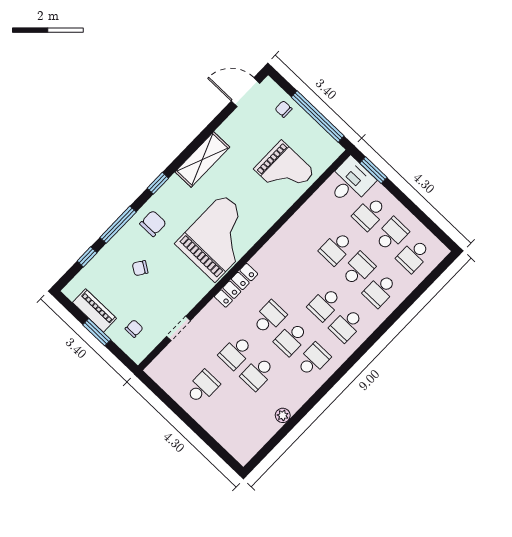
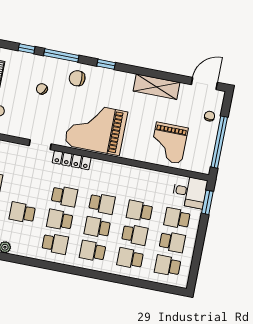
door: (246, 92) -> (204, 84), hinge flipped
shelving: (202, 160) -> (156, 87), moved
chair: (153, 223) -> (77, 78), turned 180
grand piano: (219, 238) -> (96, 128), turned 180
doorway: (178, 328) -> (40, 145), moved
school desk: (236, 352) -> (102, 204), moved, turned 180

